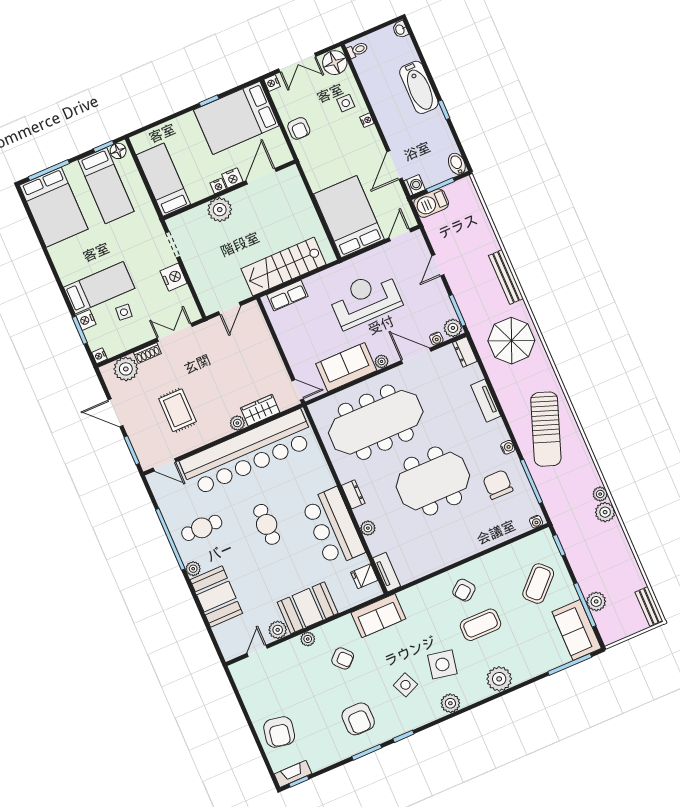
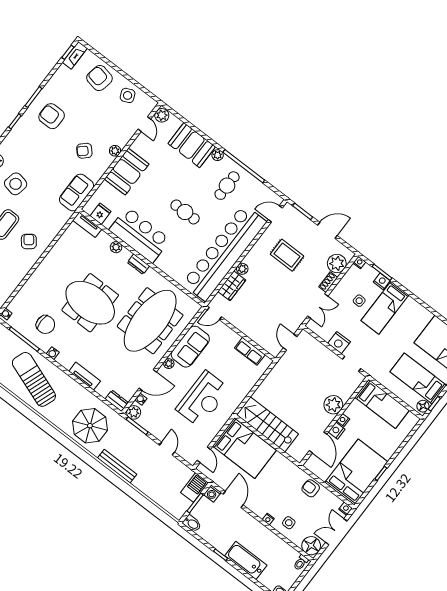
stairs: (283, 267) -> (267, 424), moved, turned -90
row of seats: (287, 295) -> (250, 351), moved, turned -90
meeting table: (433, 481) -> (90, 303), turned 90
plant: (278, 630) -> (162, 115), moved
side table: (405, 685) -> (128, 95), moved

